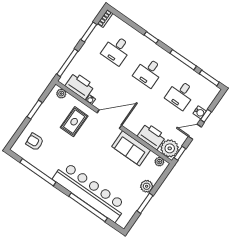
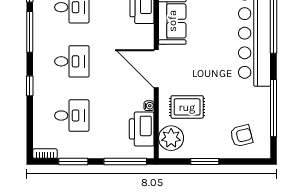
plant: (61, 94) -> (171, 138), width x1.87, depth x1.87
armchair: (35, 142) -> (241, 136), turned -100

